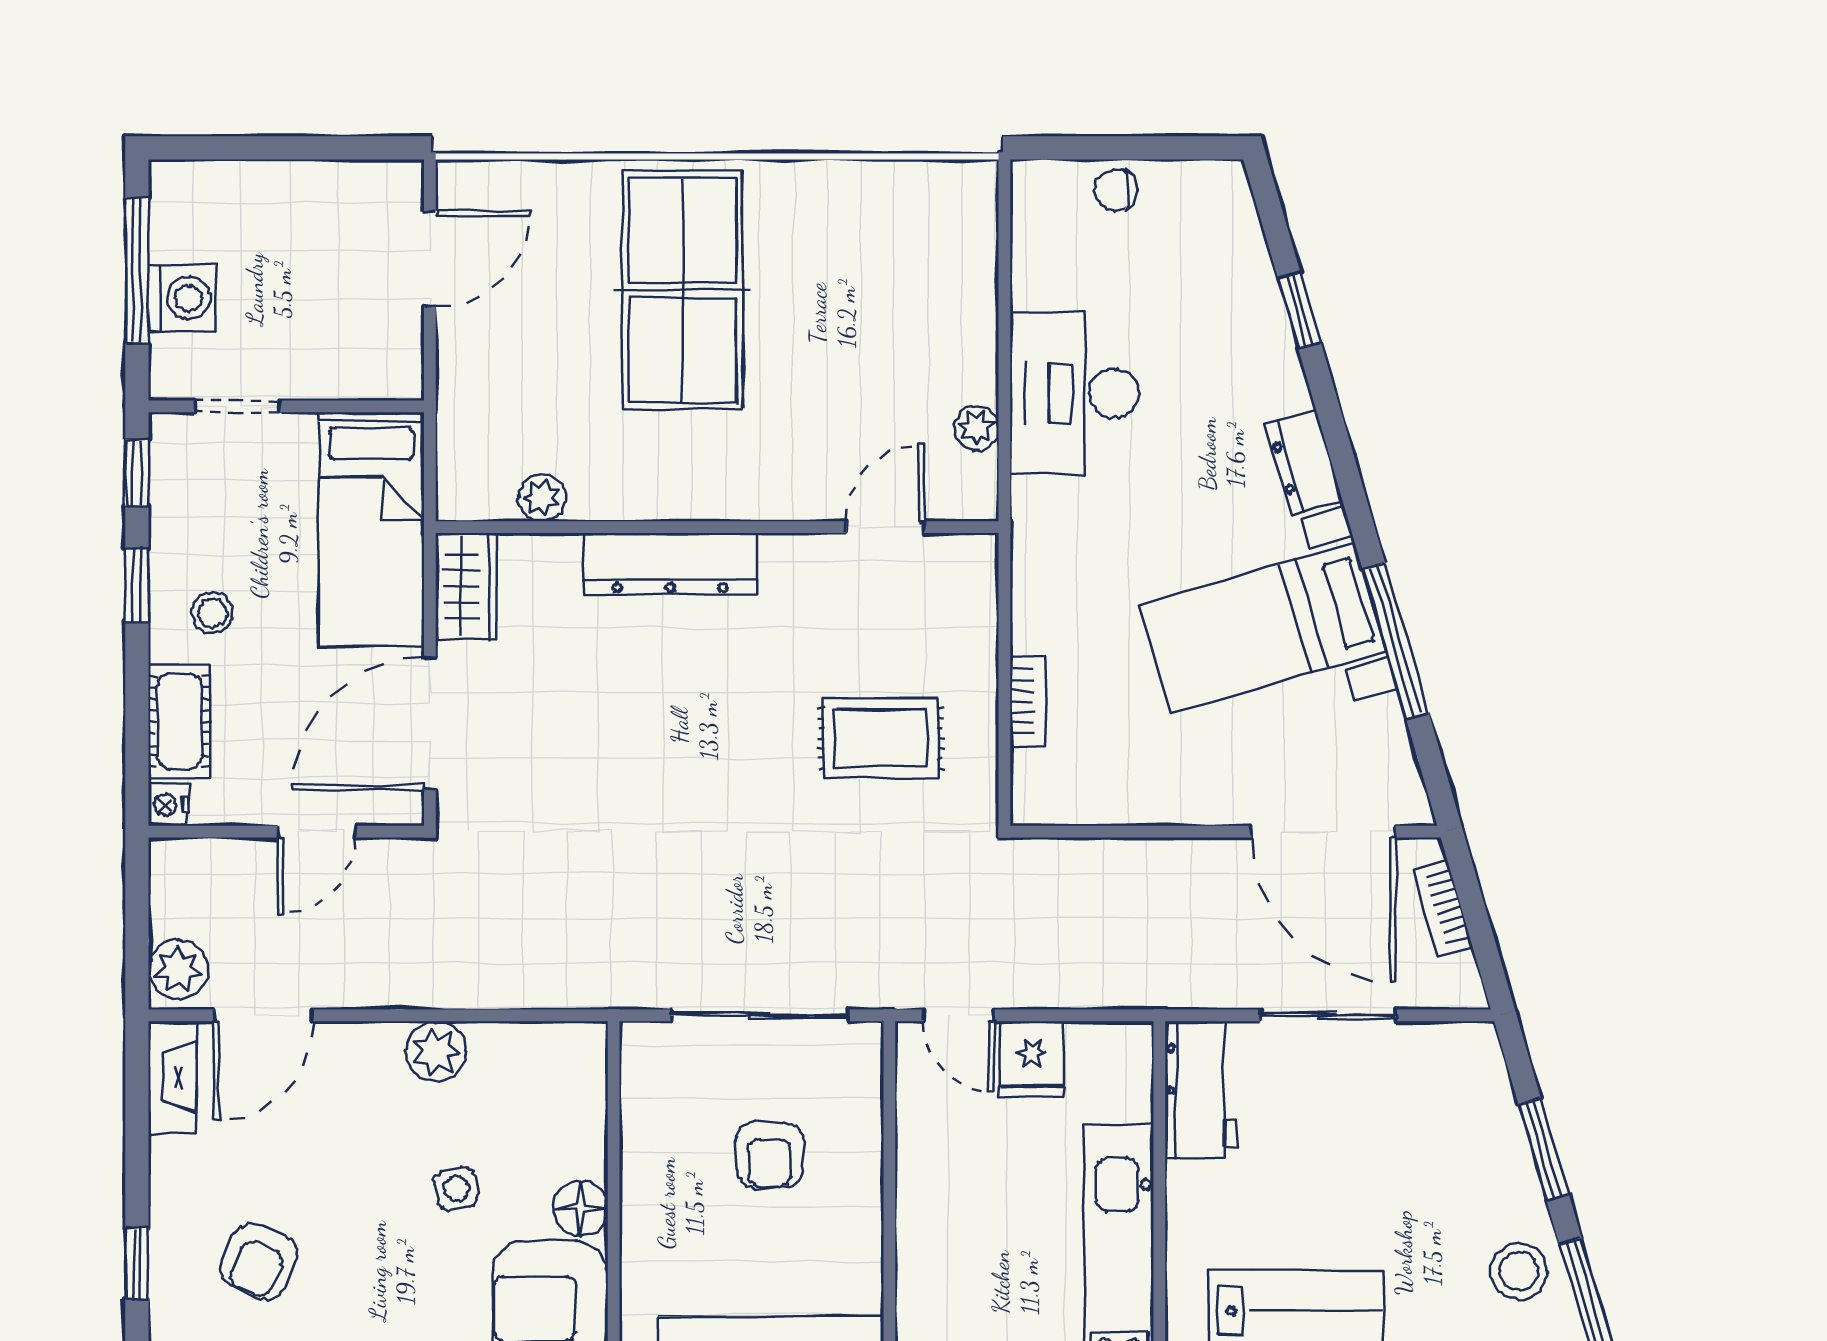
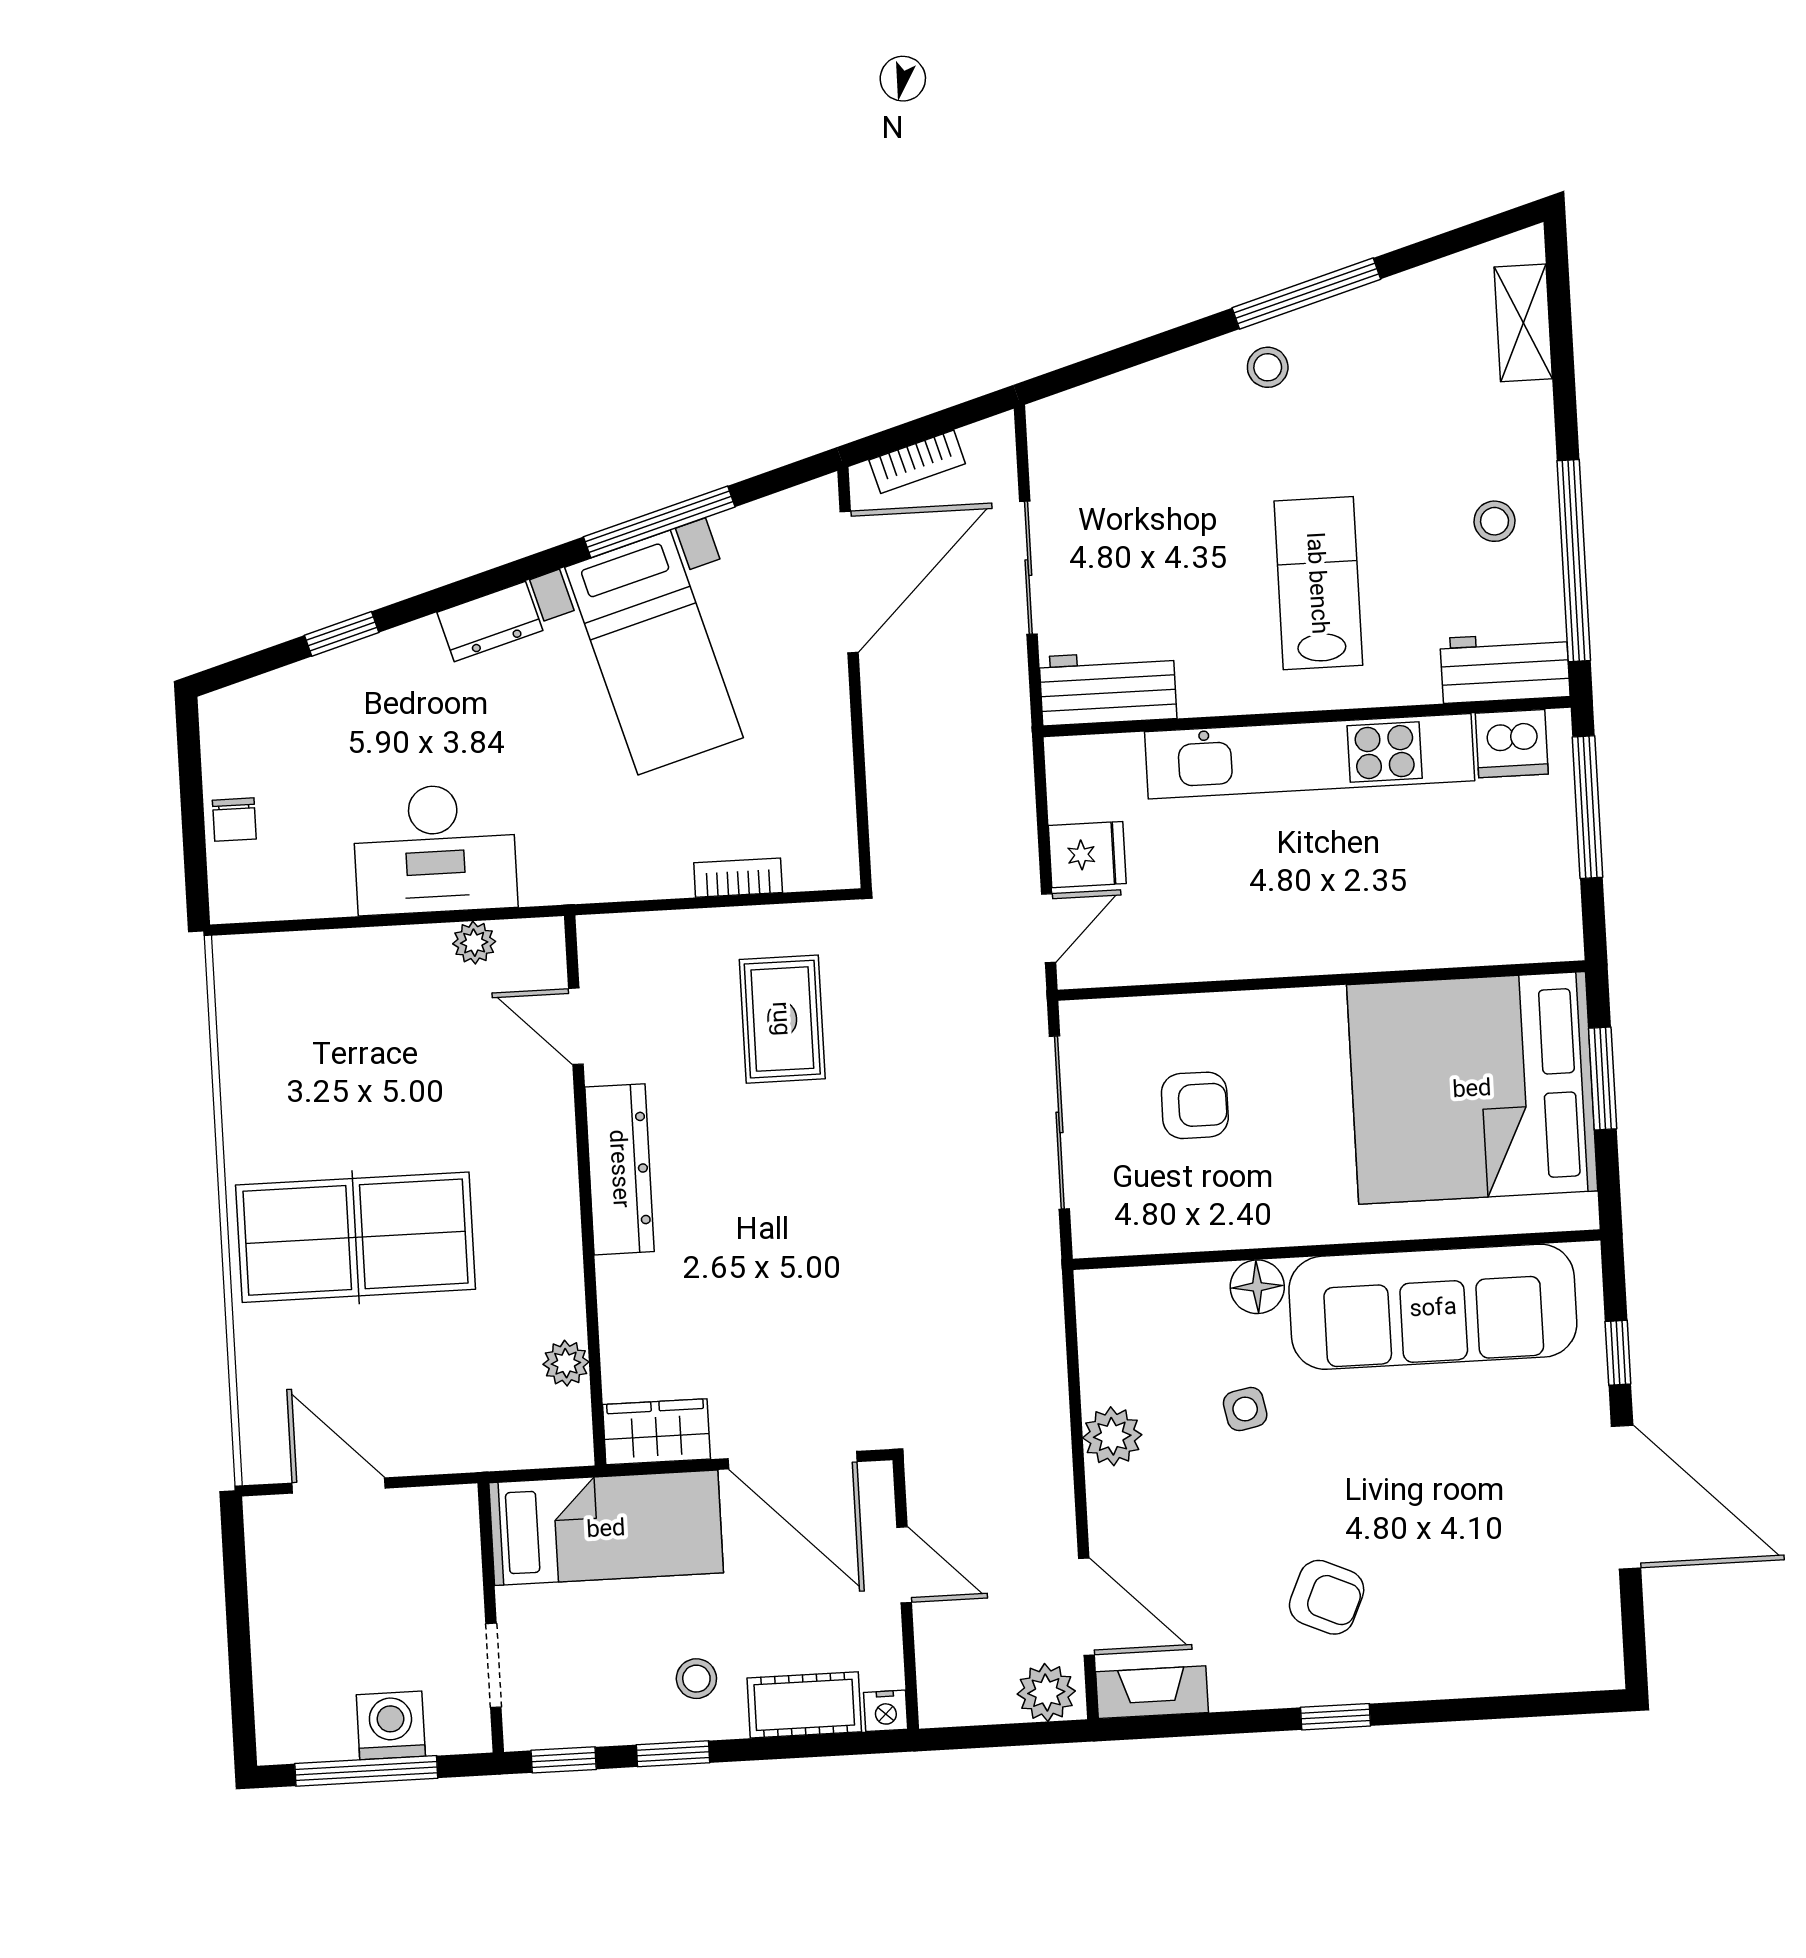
dresser: (670, 564) -> (620, 1169), moved
window: (1544, 1149) -> (1147, 350), removed
stool: (1519, 1271) -> (1268, 367), width x0.73, depth x0.73

